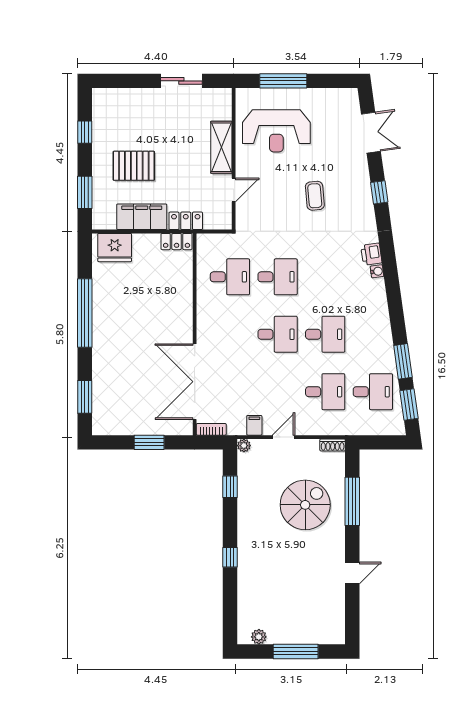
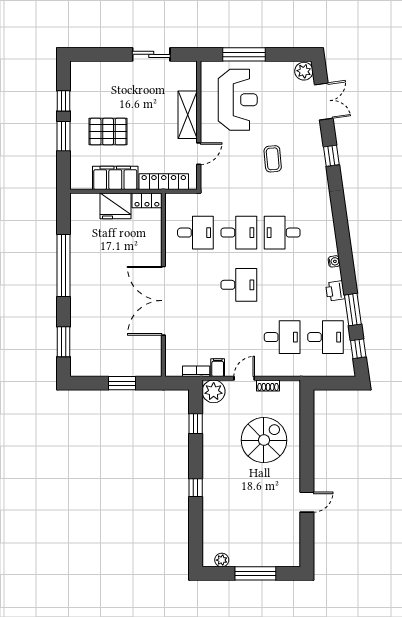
plant: (349, 99) -> (304, 71), added
reception desk: (276, 131) -> (238, 100), turned -90
window: (85, 192) -> (63, 136), moved
locker: (186, 221) -> (164, 182), width x1.53
fridge: (115, 248) -> (115, 206), moved
printer: (371, 254) -> (335, 291), moved
water cooler: (377, 271) -> (334, 261), moved
desk: (325, 334) -> (282, 233), moved, turned 180
double door: (195, 382) -> (163, 301), moved
window: (409, 405) -> (358, 349), width x0.67
bookcase: (211, 429) -> (196, 371), moved
shoe rack: (333, 445) -> (268, 386), moved
plant: (244, 446) -> (214, 391), width x1.88, depth x1.88
window: (352, 501) -> (307, 437), removed

